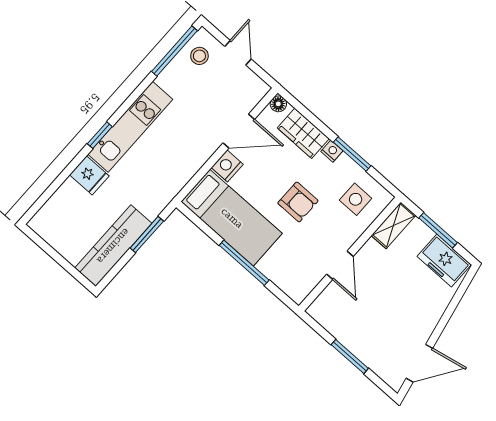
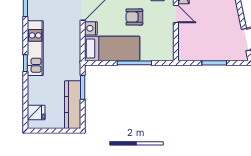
fridge: (89, 175) -> (36, 113), moved
armchair: (298, 202) -> (134, 17), turned 180
door: (340, 265) -> (176, 14), moved

